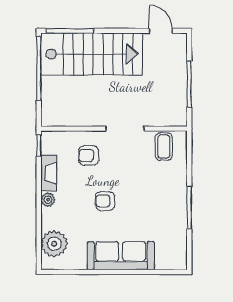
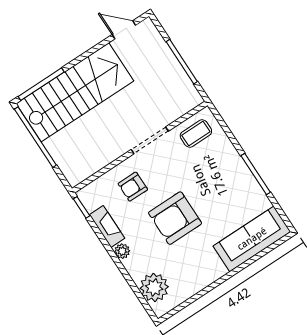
coffee table: (164, 147) -> (196, 133), turned 90
armchair: (105, 201) -> (175, 218), width x1.88, depth x1.88
sofa: (121, 256) -> (252, 239), moved

